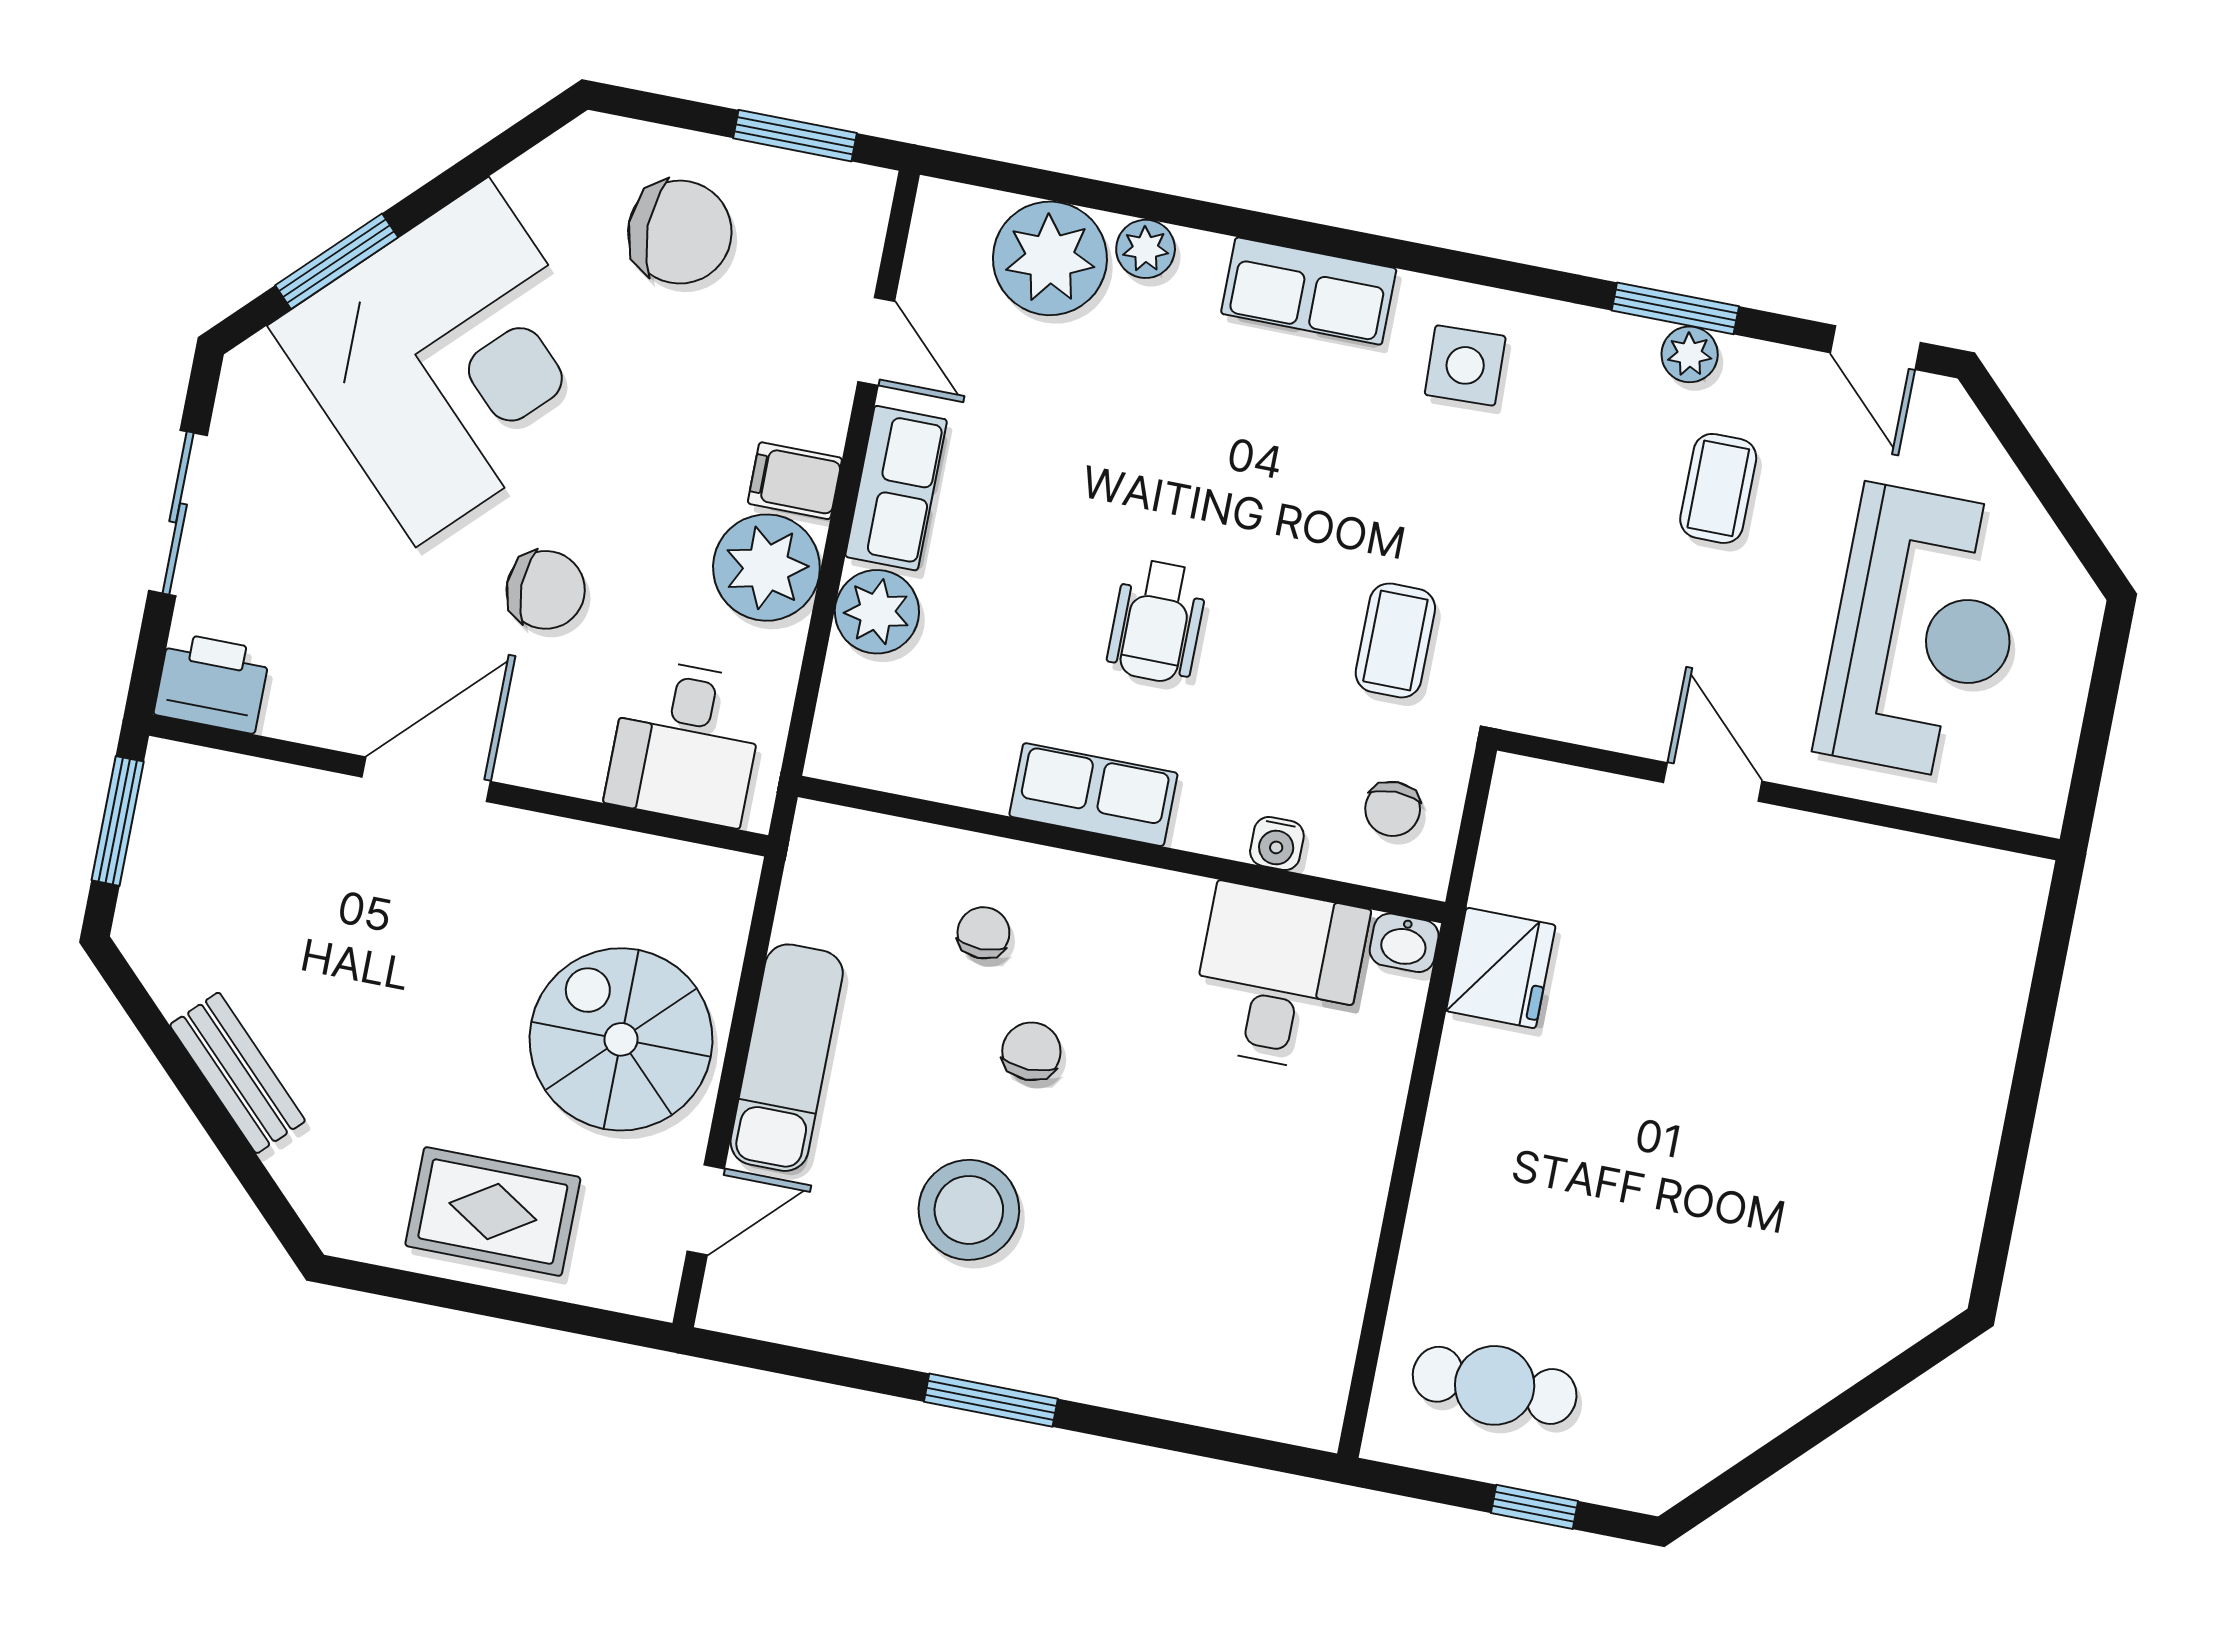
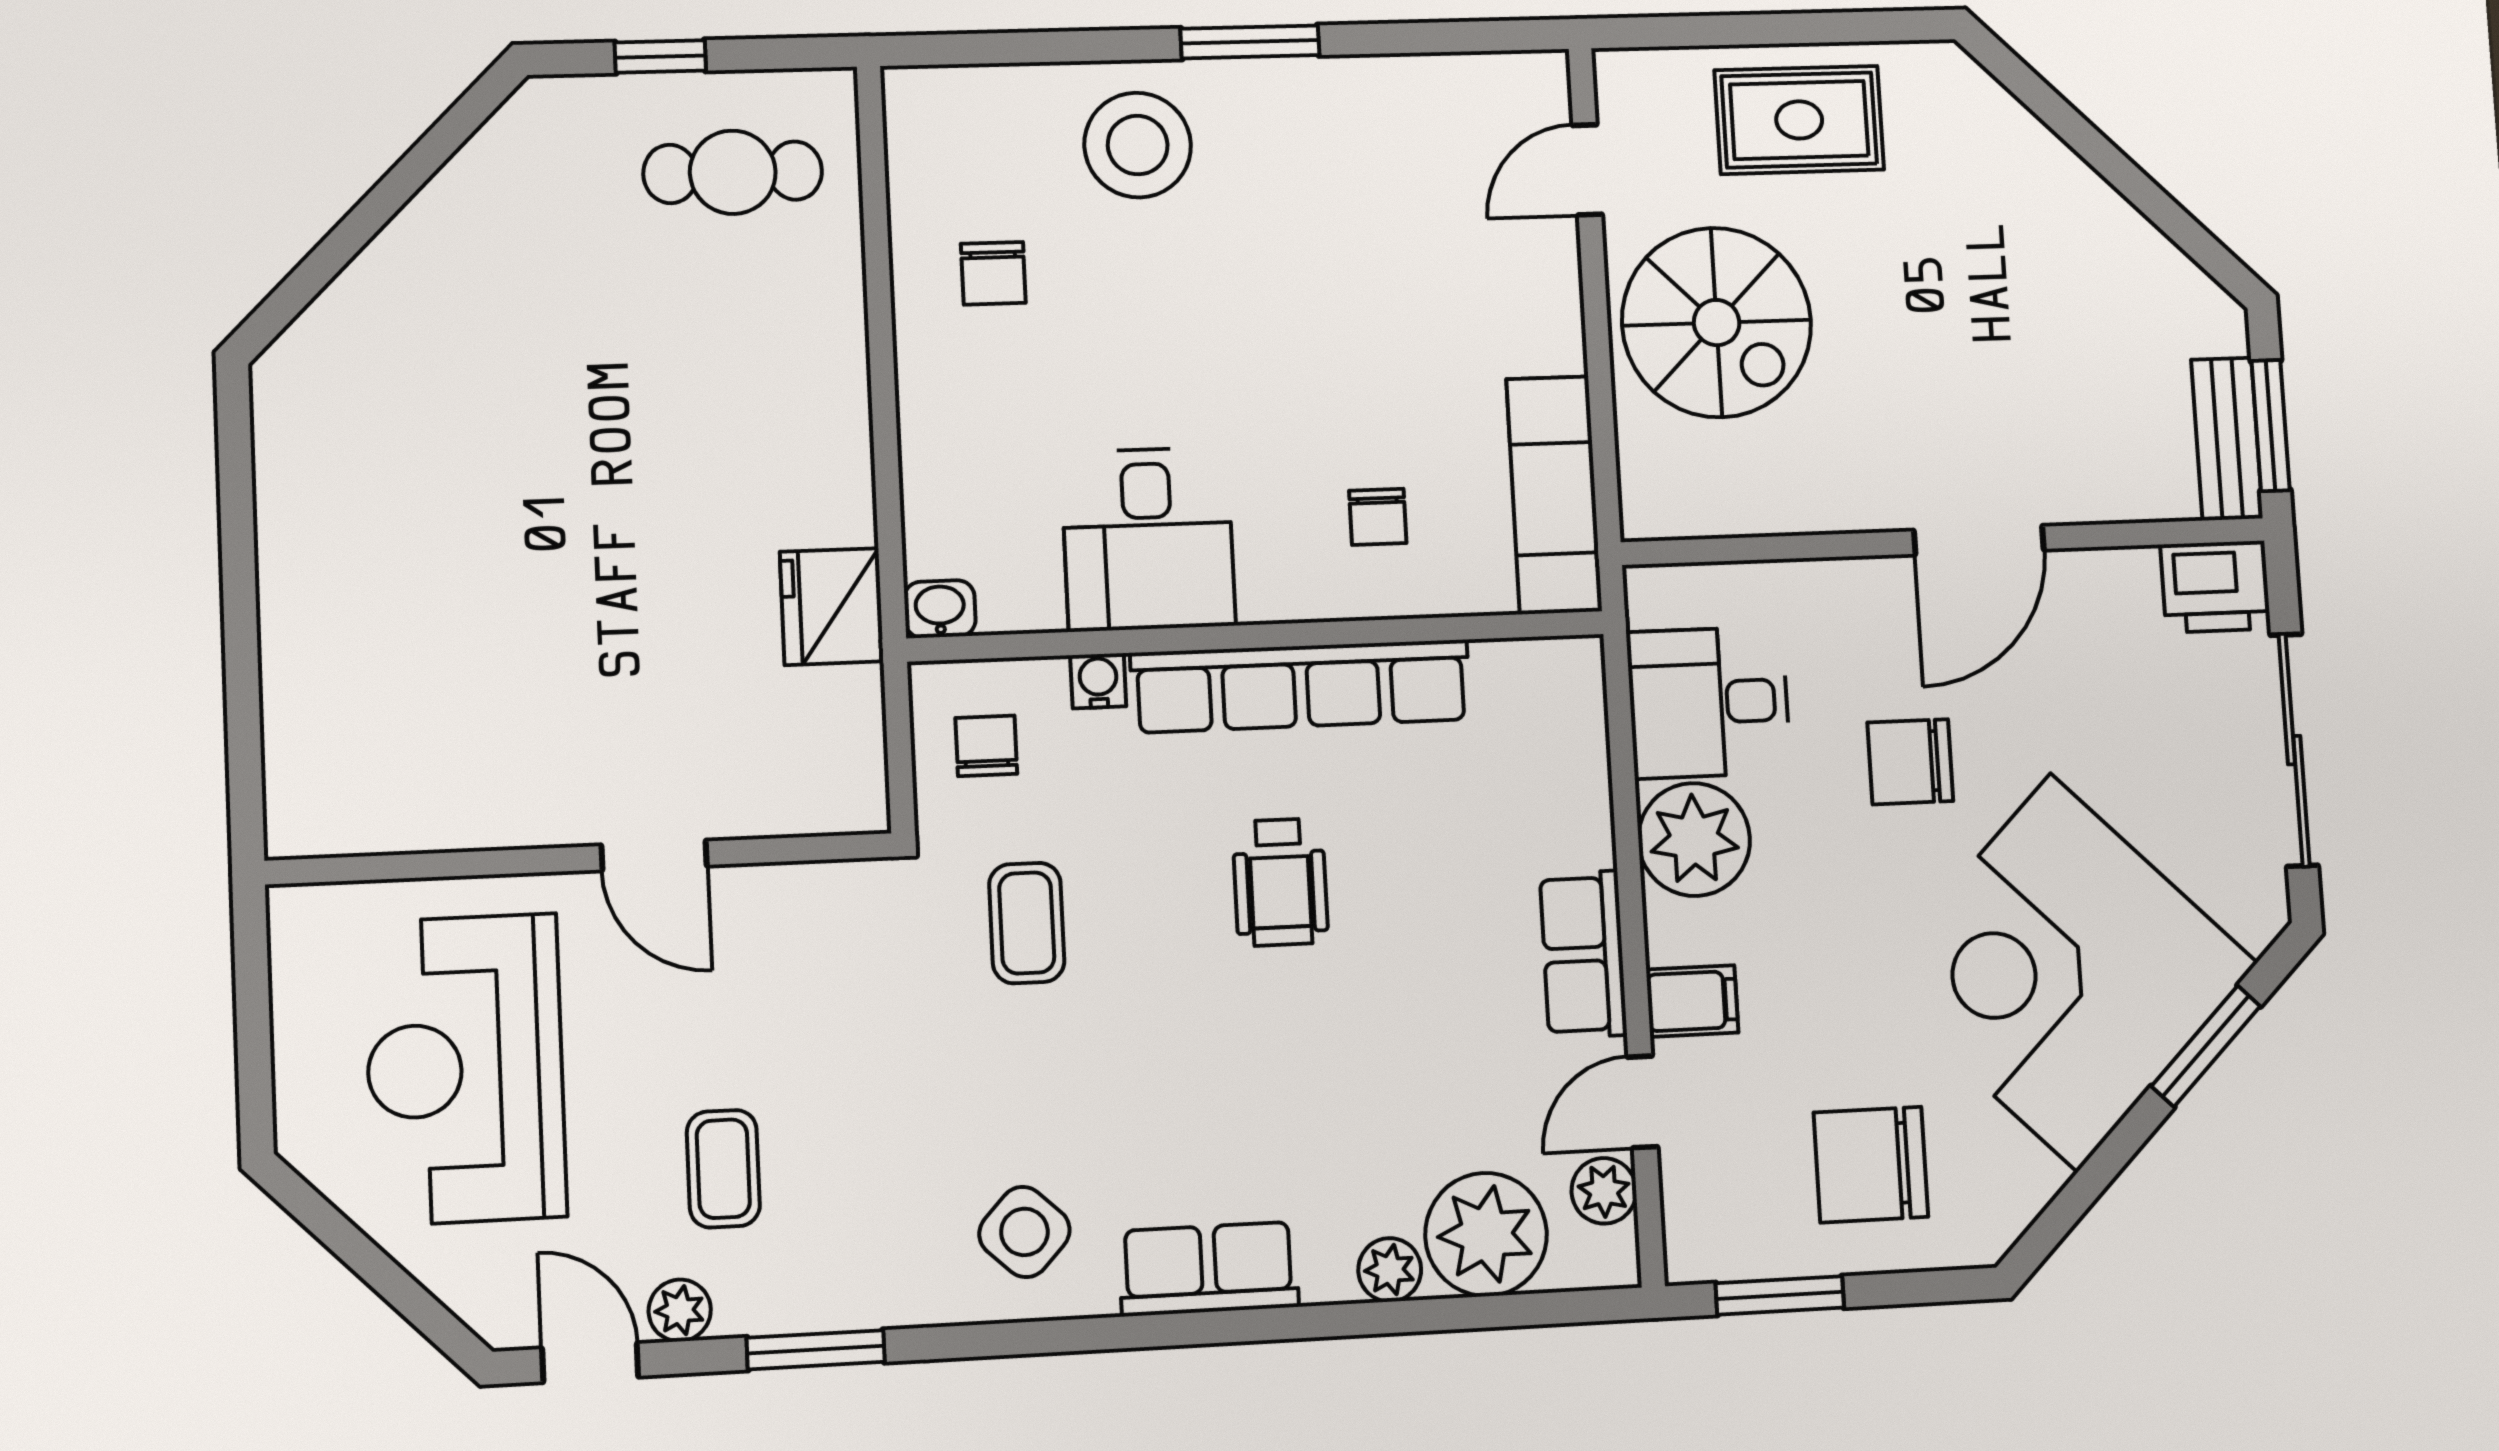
door: (876, 341) -> (1642, 1102), hinge flipped
plant: (1690, 354) -> (680, 1310), moved
side table: (1465, 365) -> (1024, 1232), turned 45
filing cabinet: (795, 481) -> (1692, 1001), moved
sliding door: (178, 513) -> (2294, 750), width x1.37
plant: (877, 612) -> (1604, 1191), moved, width x0.73, depth x0.73
wheelchair: (1157, 621) -> (1280, 882), turned 180
desk: (686, 742) -> (1709, 702), moved, turned -90
row of seats: (1093, 795) -> (1301, 686), width x2.02
desk: (1278, 977) -> (1148, 539), moved
chair: (1031, 1051) -> (993, 273), moved
exam couch: (787, 1058) -> (1554, 495), moved
bench: (238, 1073) -> (2227, 439), moved, turned 45
stool: (969, 1210) -> (1138, 145), moved

